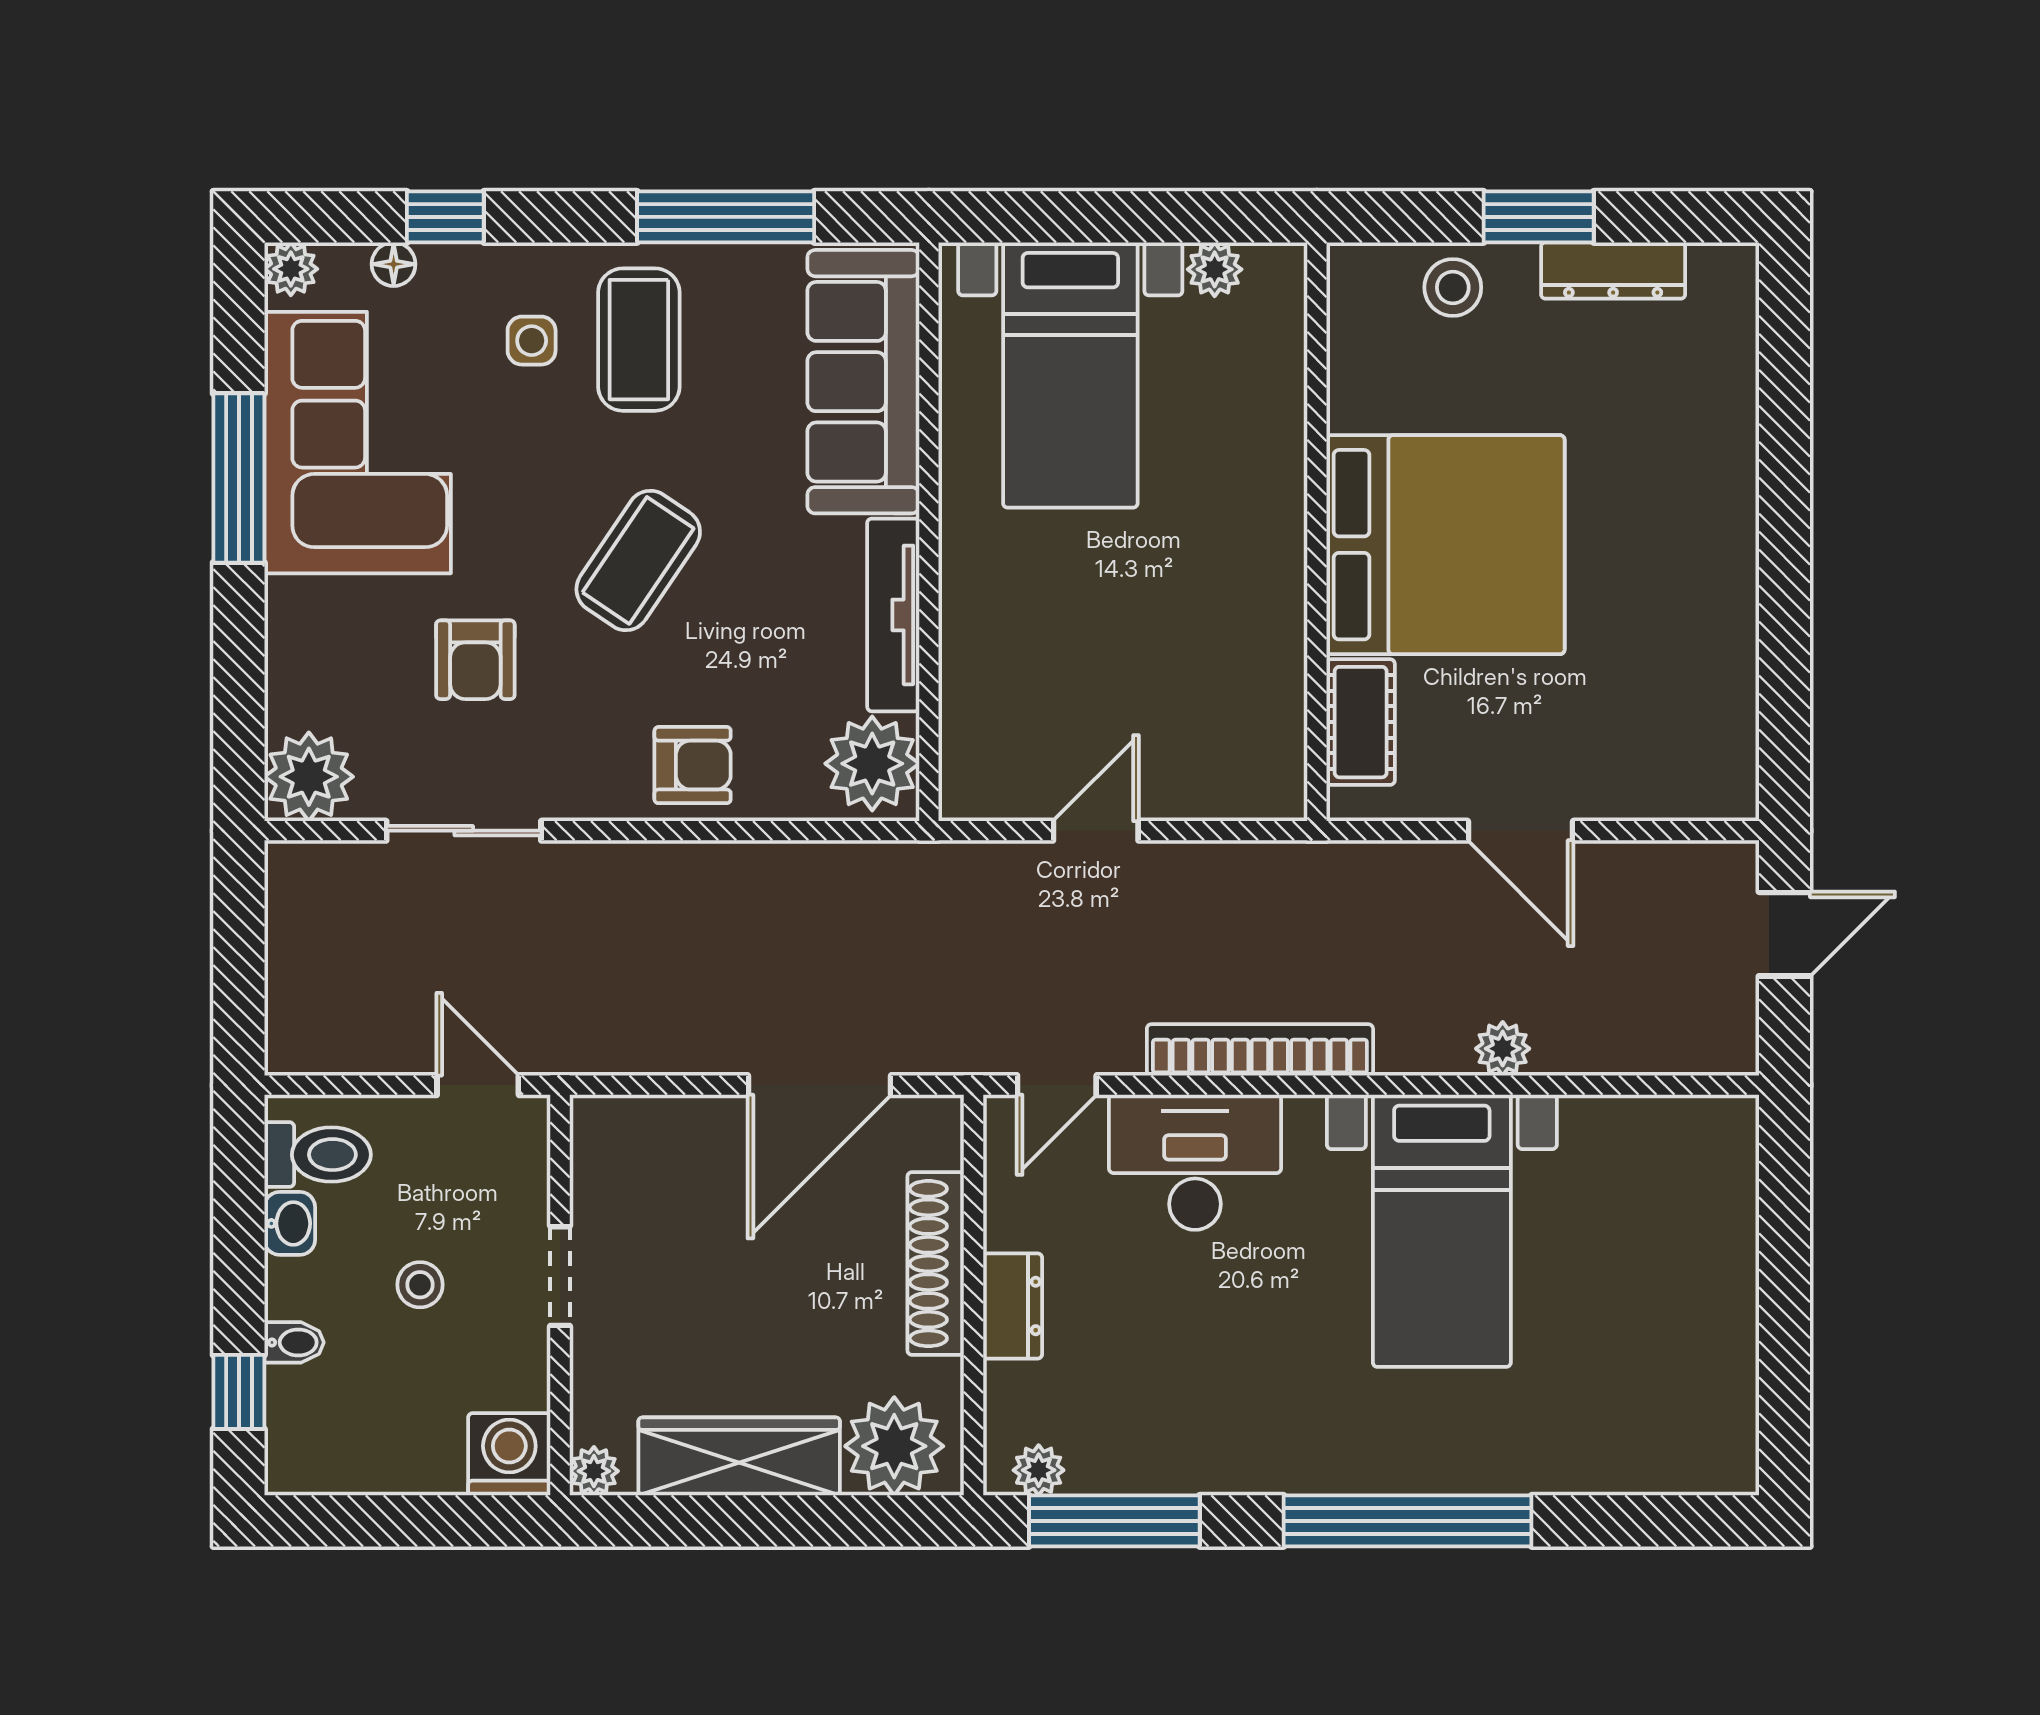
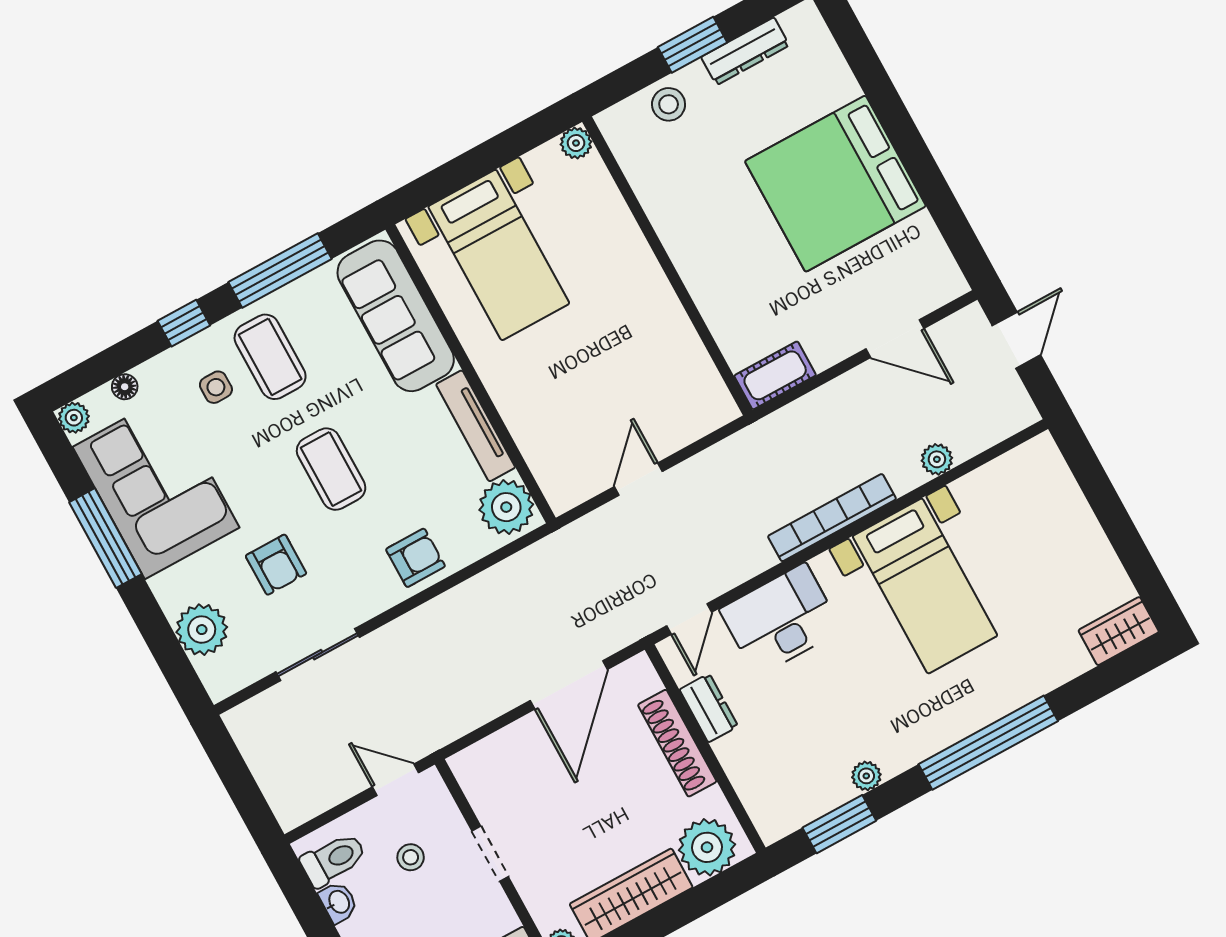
window: (445, 217) -> (184, 323), moved
plant: (1215, 269) -> (576, 143), moved
bed: (1446, 545) -> (835, 184), moved, turned 180
coffee table: (638, 560) -> (331, 469), turned -34
cot: (1361, 722) -> (775, 375), moved, turned 90
plant: (309, 777) -> (202, 630), moved
door: (1520, 831) -> (895, 339), moved
plant: (1503, 1049) -> (937, 459), moved
bookcase: (1260, 1050) -> (832, 518), moved
stool: (420, 1285) -> (411, 857), moved
dresser: (1013, 1306) -> (709, 708), moved
wardrobe: (1698, 1460) -> (1119, 631), added
plant: (1039, 1470) -> (866, 776), moved
window: (1114, 1521) -> (839, 824), width x0.69

